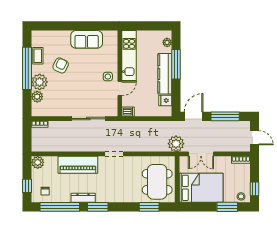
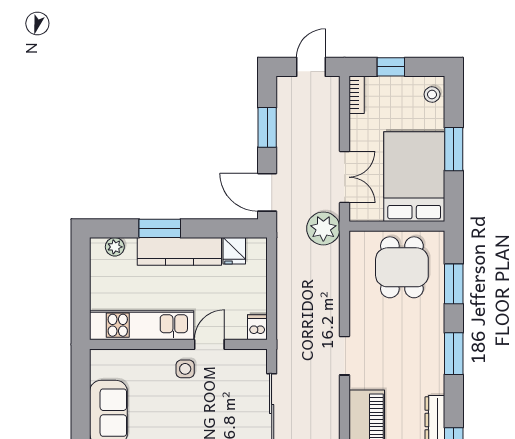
window: (176, 64) -> (160, 228), width x0.69
door: (120, 88) -> (209, 344), hinge flipped
window: (225, 116) -> (267, 127), width x0.69
dining table: (157, 182) -> (402, 267), width x0.73
window: (254, 189) -> (391, 67), moved
window: (98, 207) -> (454, 354), moved
window: (227, 207) -> (454, 149), moved

